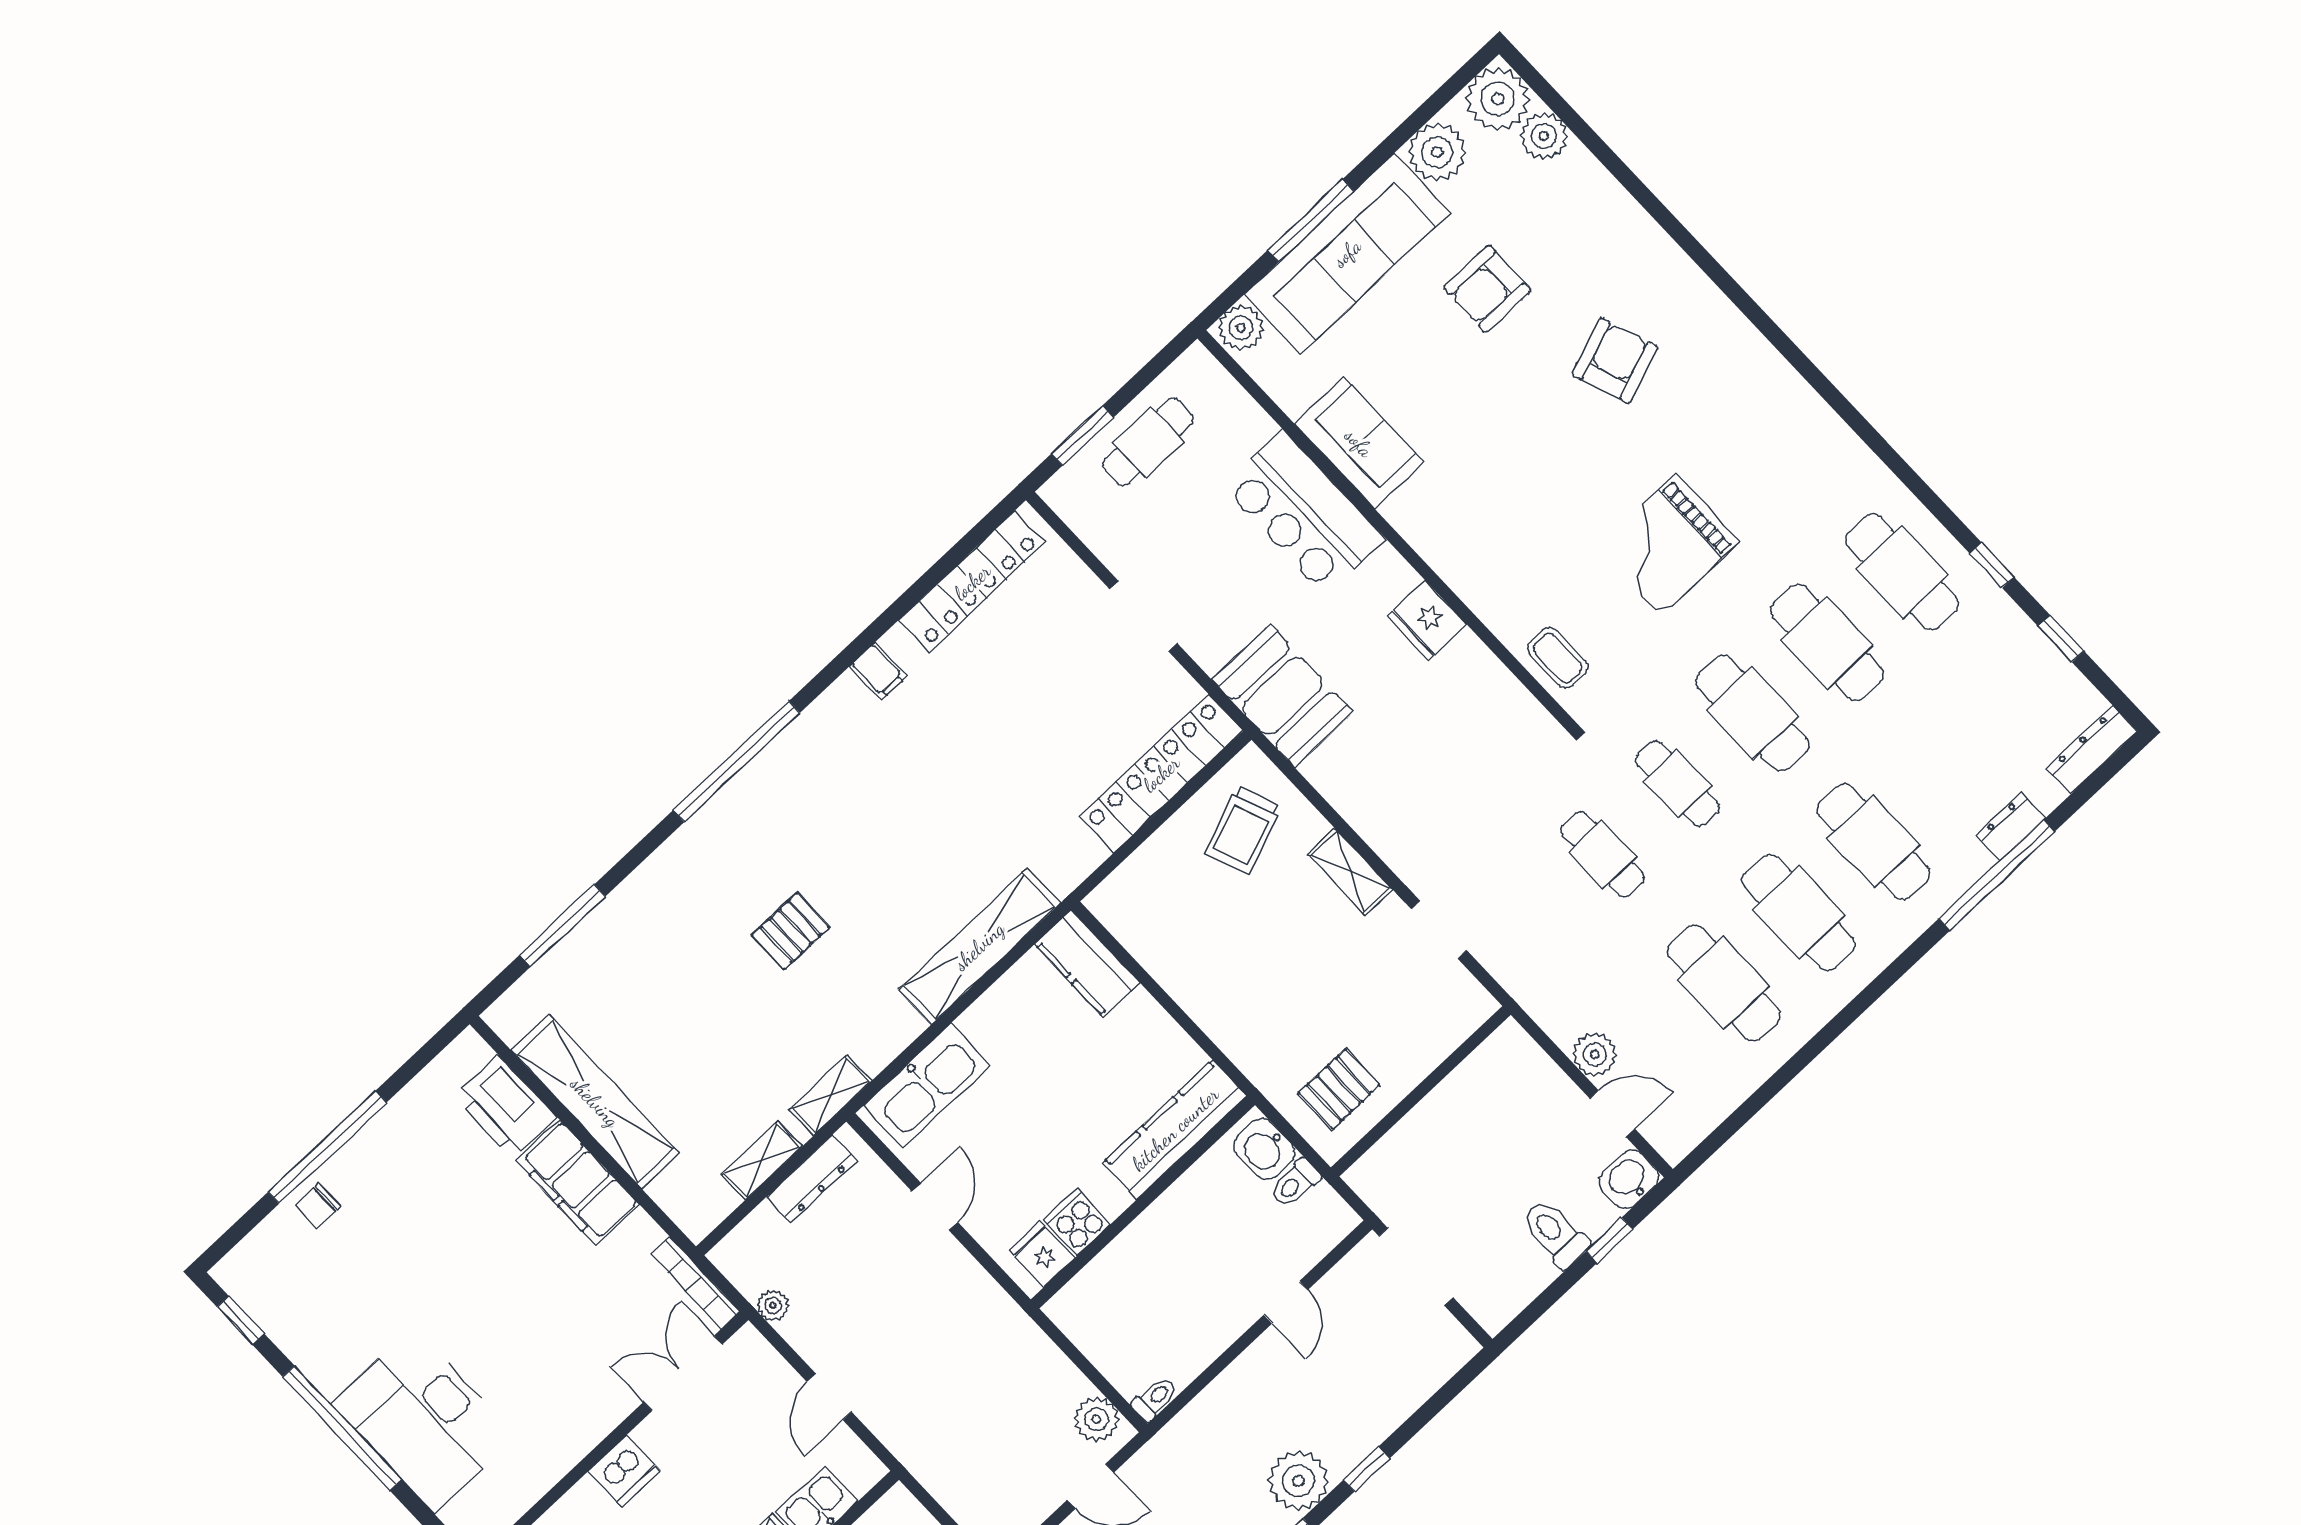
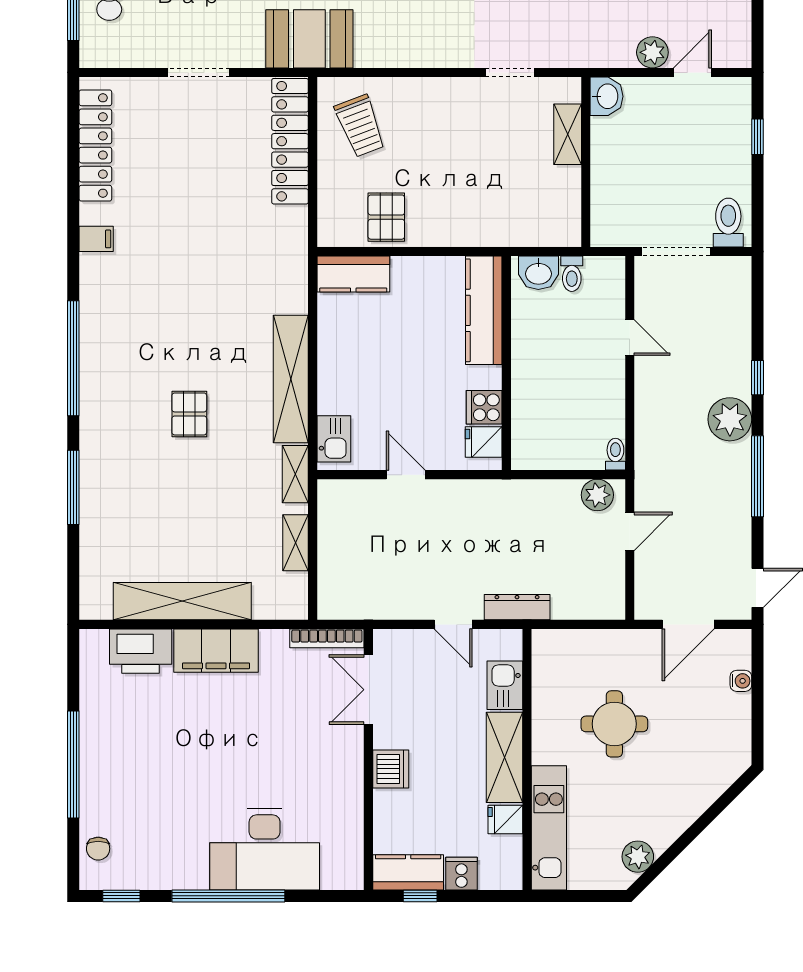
shelving: (1350, 872) -> (568, 134), moved, turned 90
window: (562, 926) -> (73, 487), moved
shelving: (979, 946) -> (291, 379), moved
kitchen sink: (927, 1085) -> (334, 439), width x0.53, depth x0.81
pallet: (1339, 1089) -> (386, 217), moved
dresser: (812, 1178) -> (517, 607), moved, turned -90
washbasin: (1629, 1179) -> (607, 96), moved, turned 180
chair: (318, 1205) -> (98, 849), moved
toilet: (1555, 1234) -> (728, 223), moved, turned 90
plant: (773, 1305) -> (377, 609), removed

